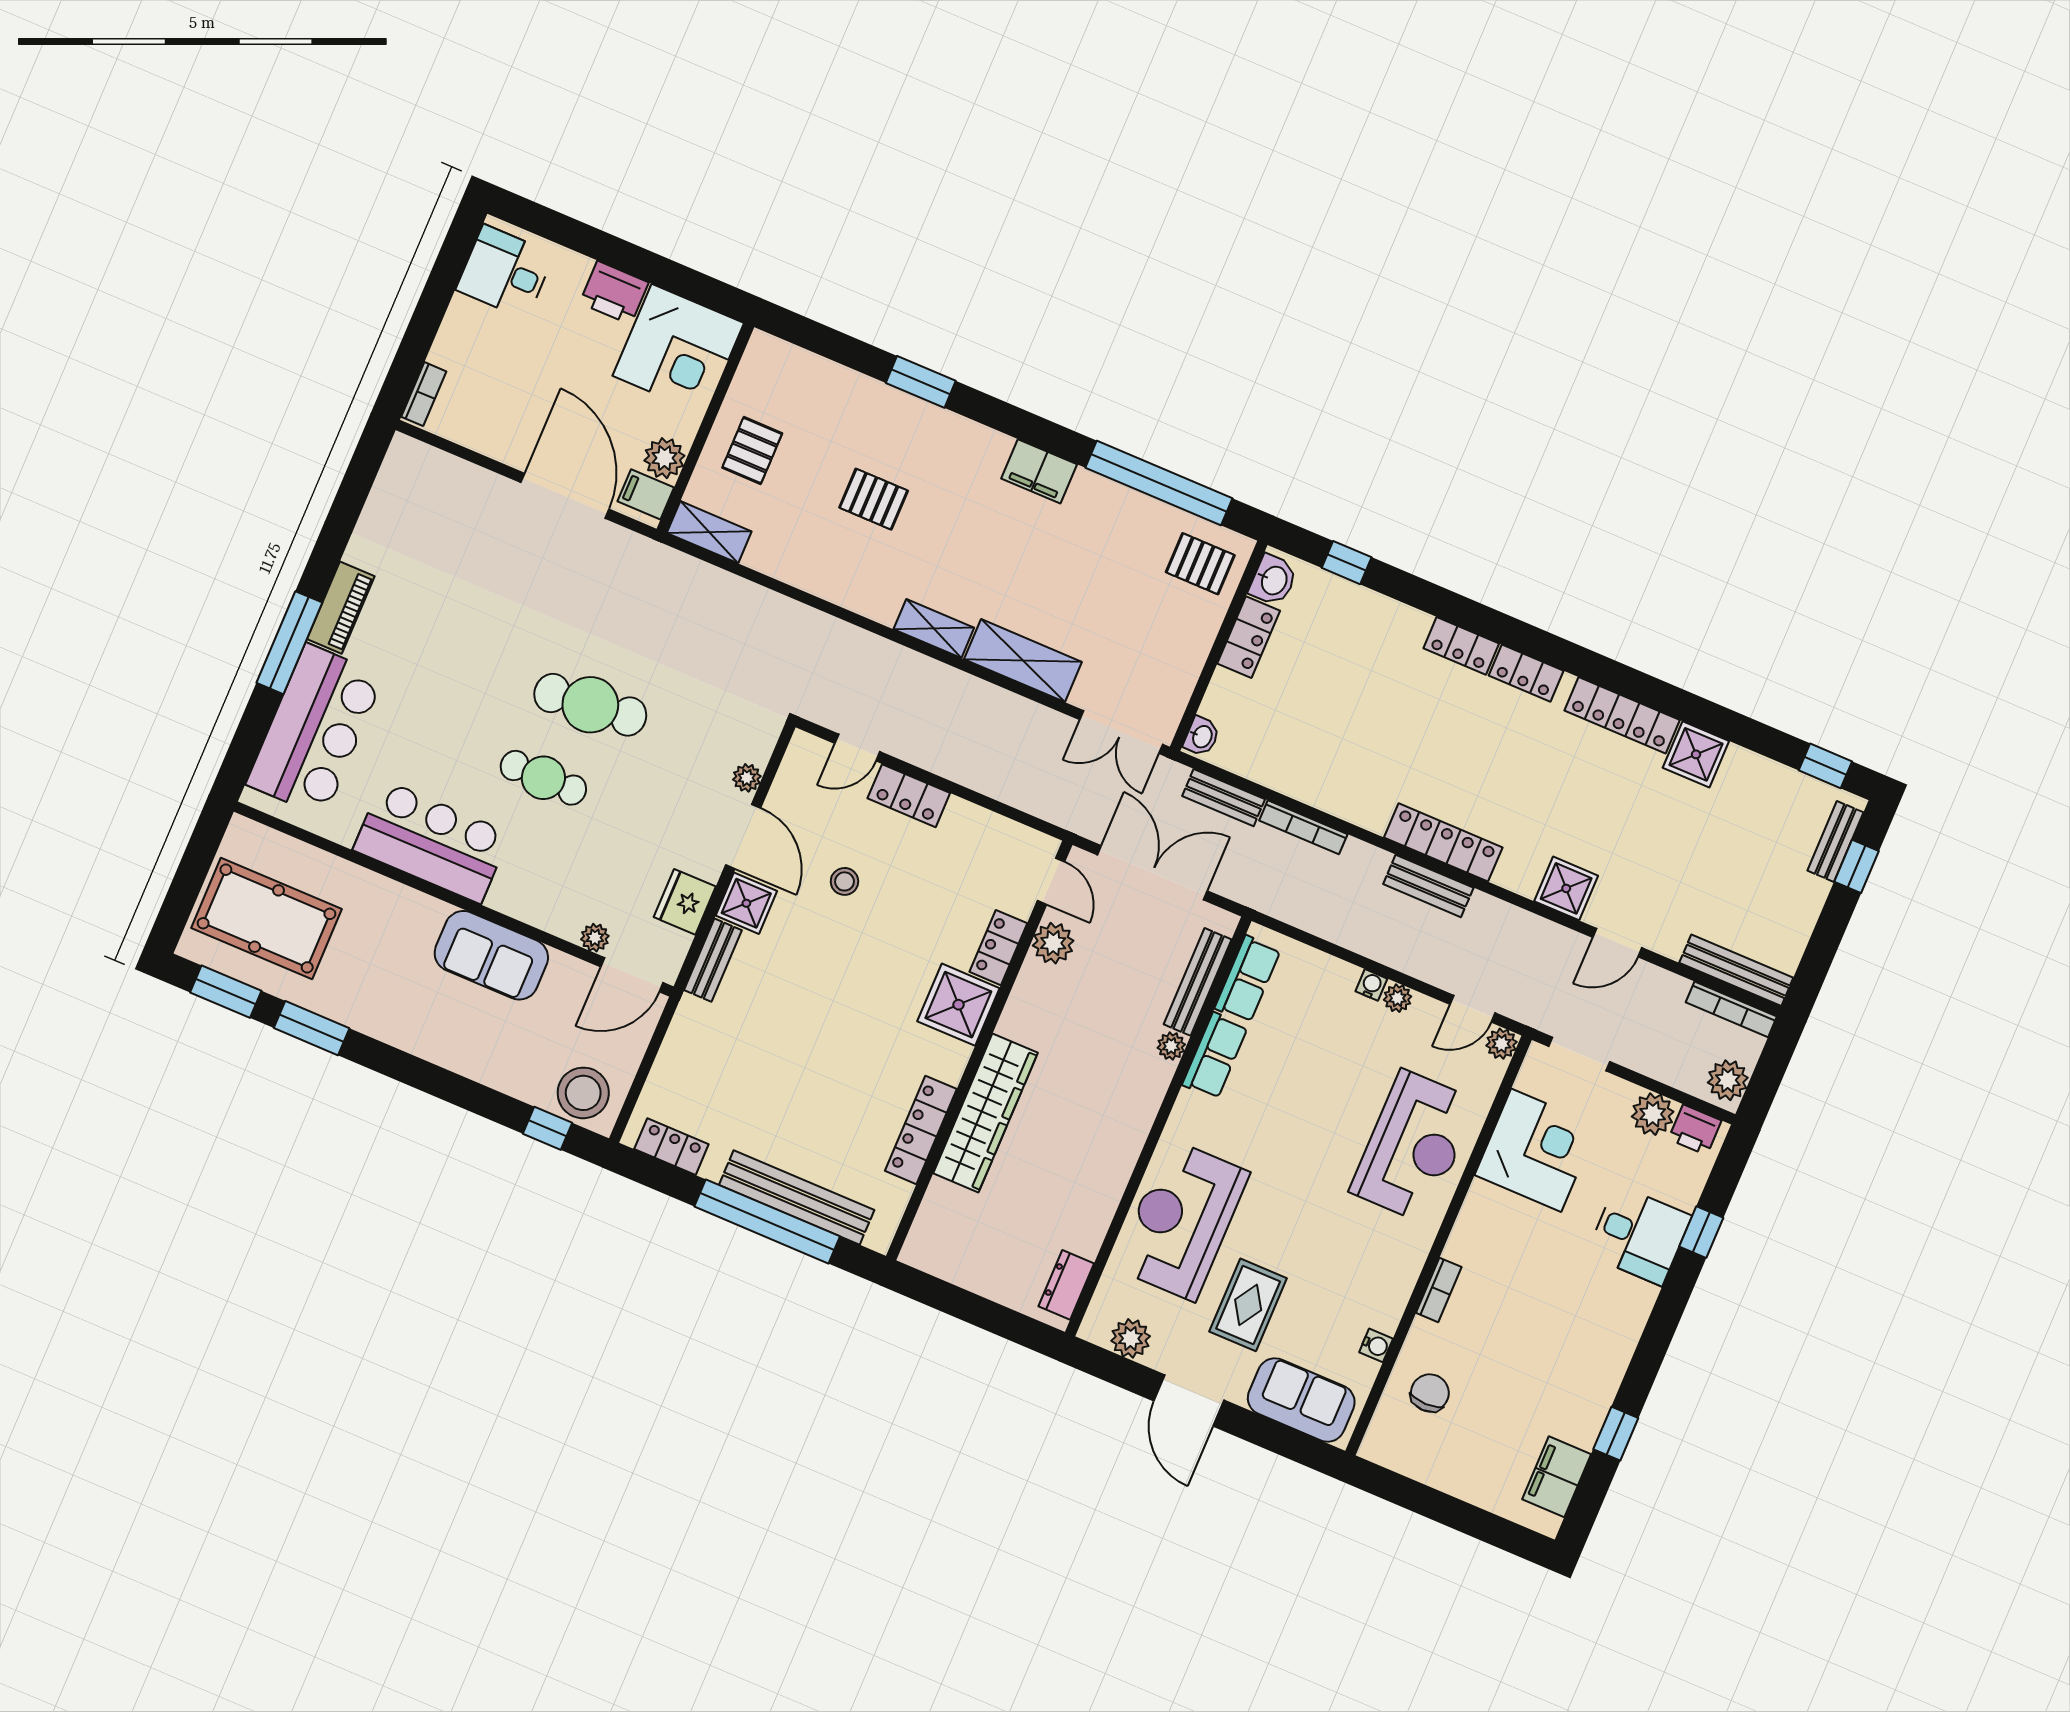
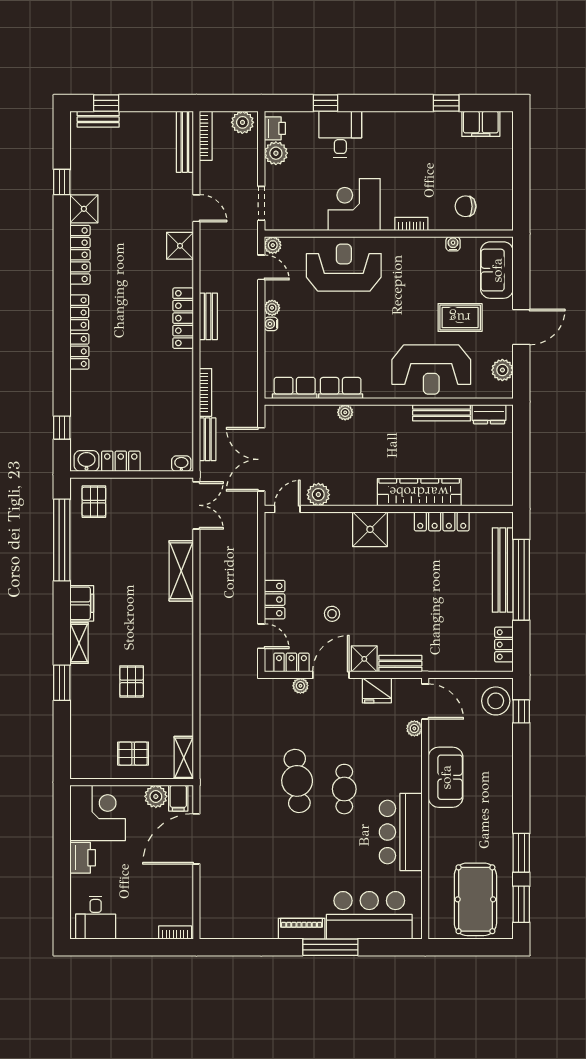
shelving: (934, 628) -> (79, 643), moved
window: (1825, 766) -> (62, 182), moved
locker: (998, 948) -> (291, 662), moved, turned 180
bench: (1198, 982) -> (442, 413), moved
corner desk: (1536, 1150) -> (354, 205), moved

